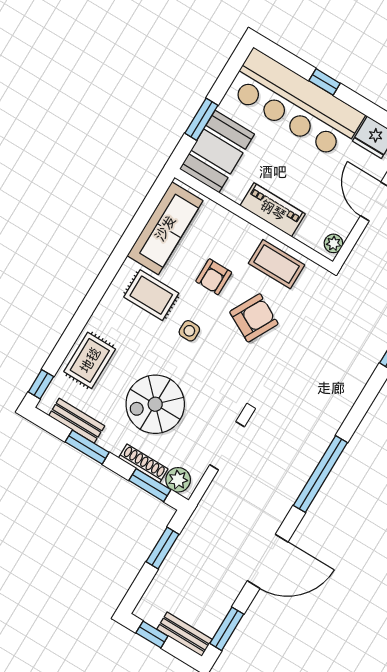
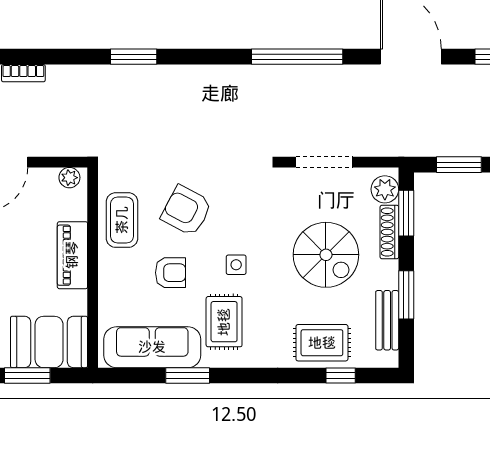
window: (127, 242) -> (188, 375), added
window: (41, 384) -> (341, 375), moved

